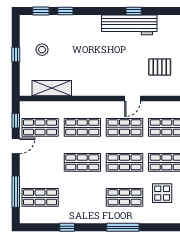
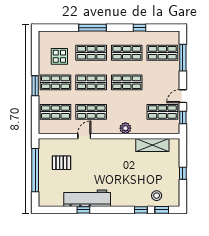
stool: (42, 50) -> (157, 196), moved
plant: (84, 108) -> (125, 128), added
shop shelf: (82, 127) -> (127, 53), moved

